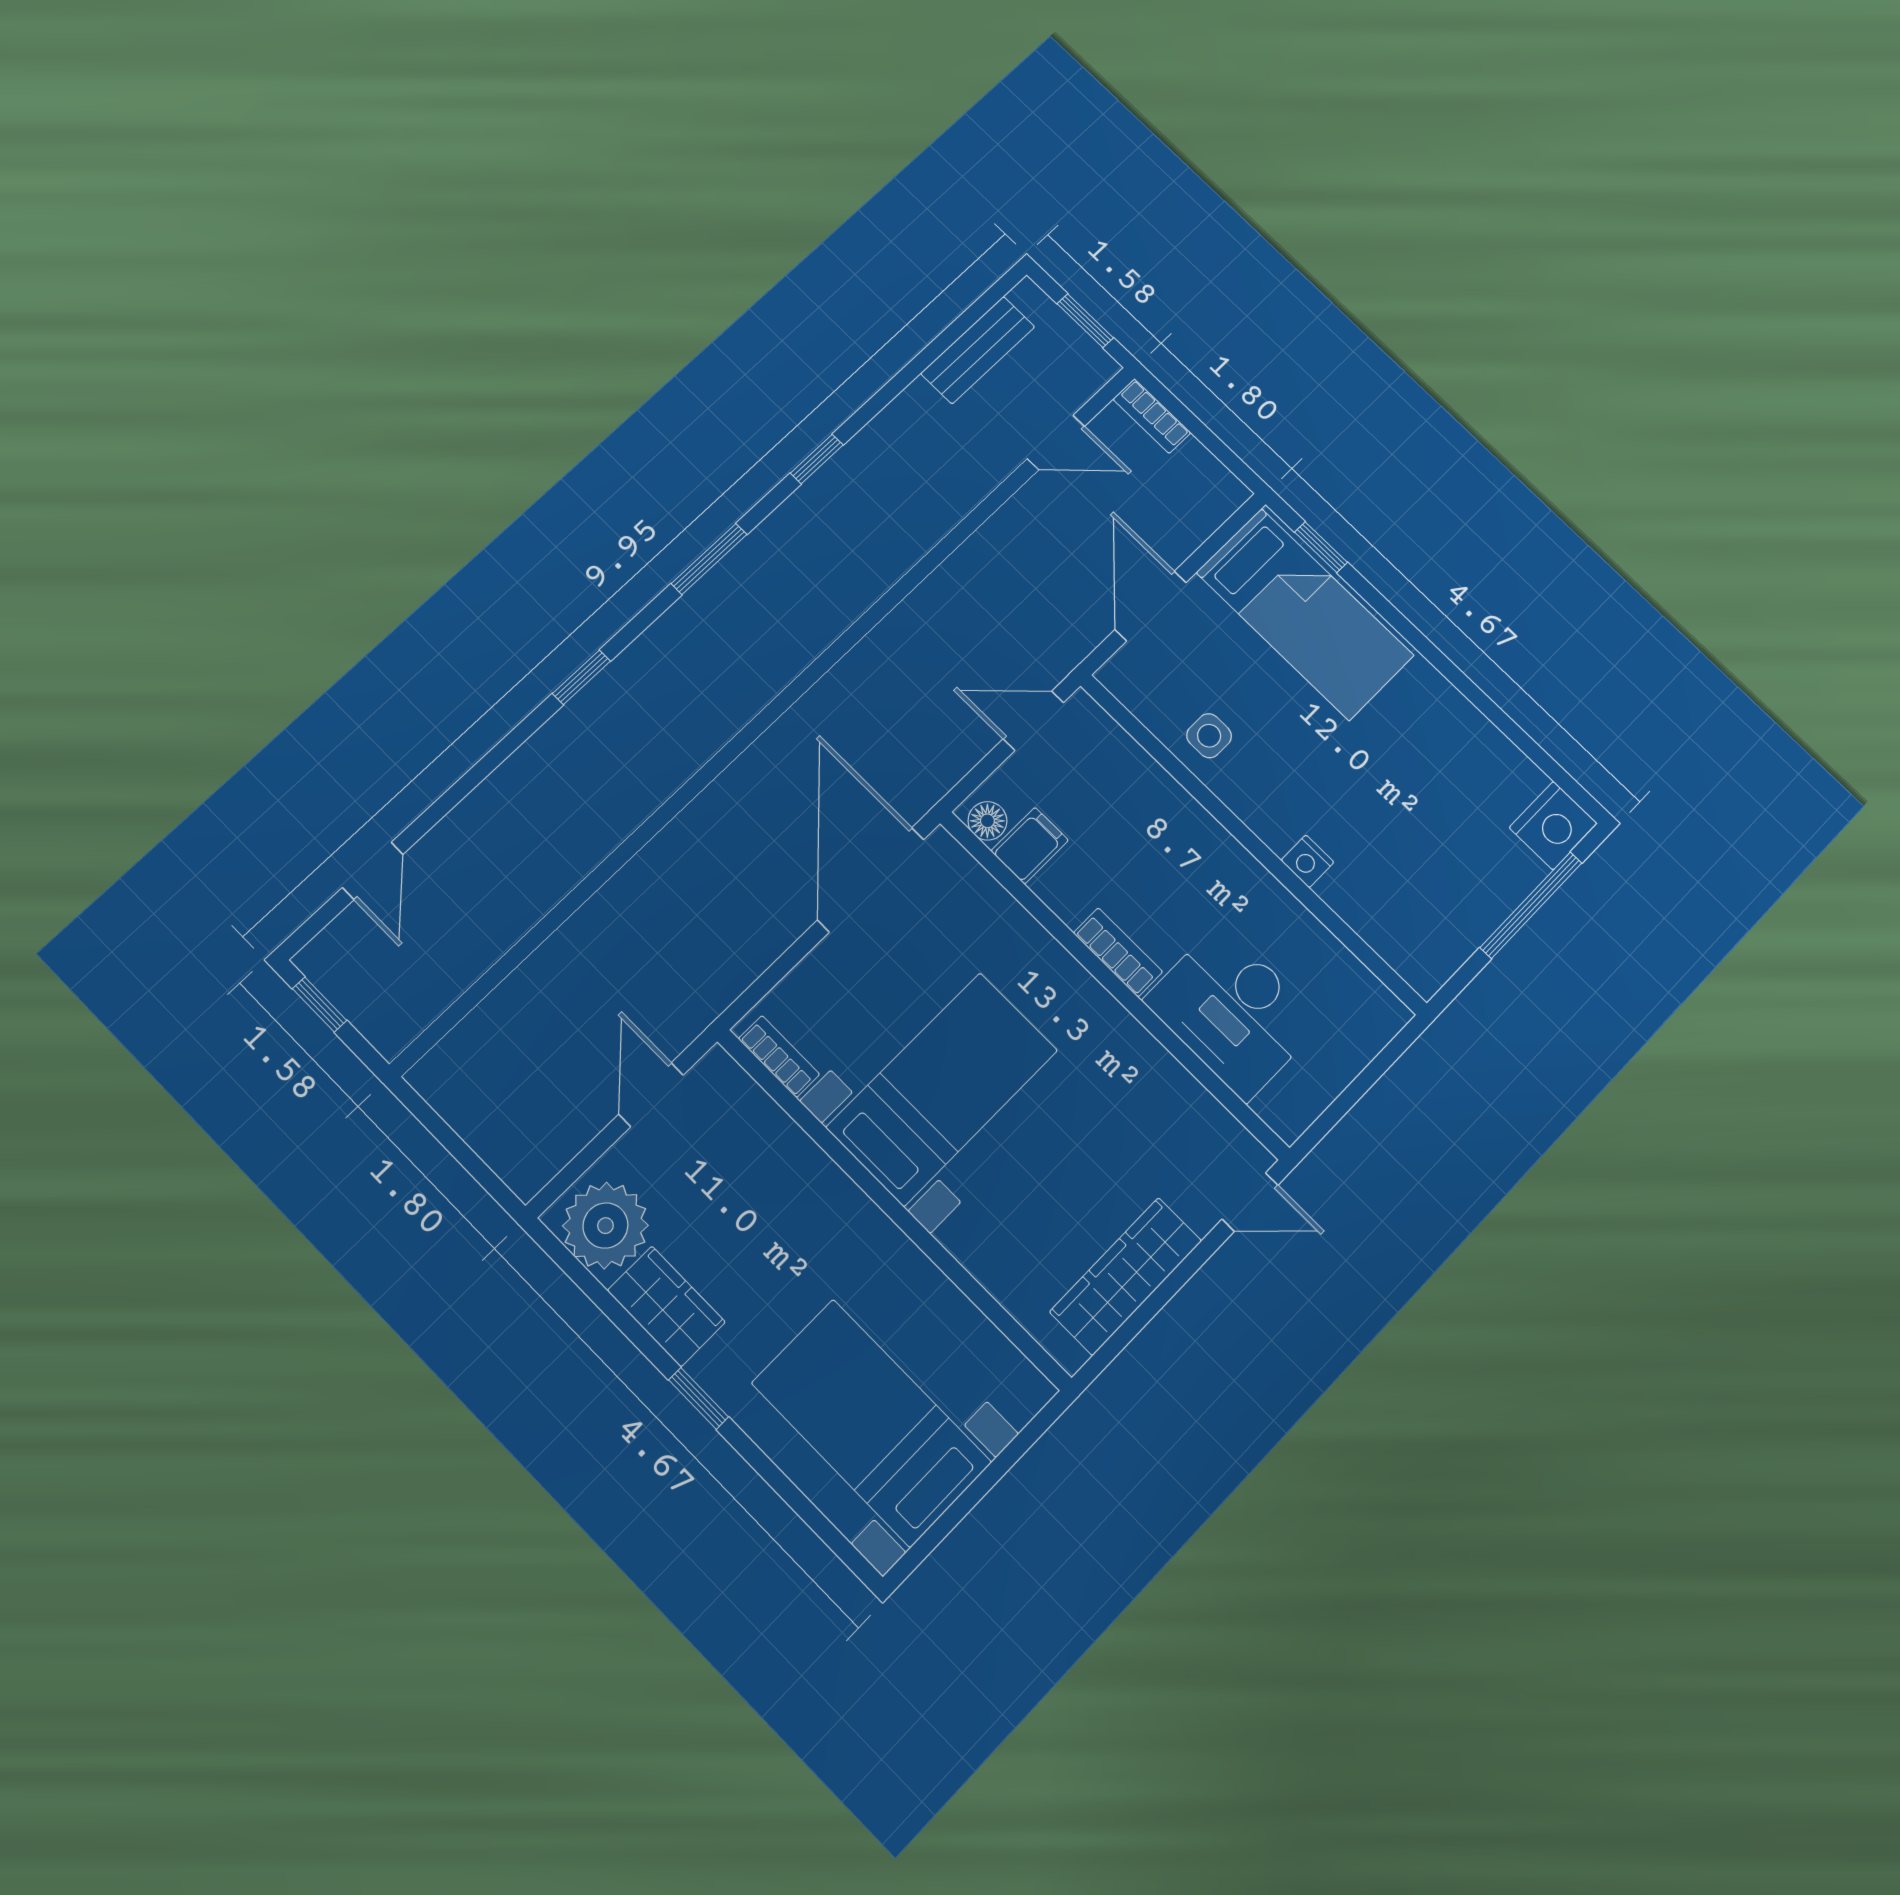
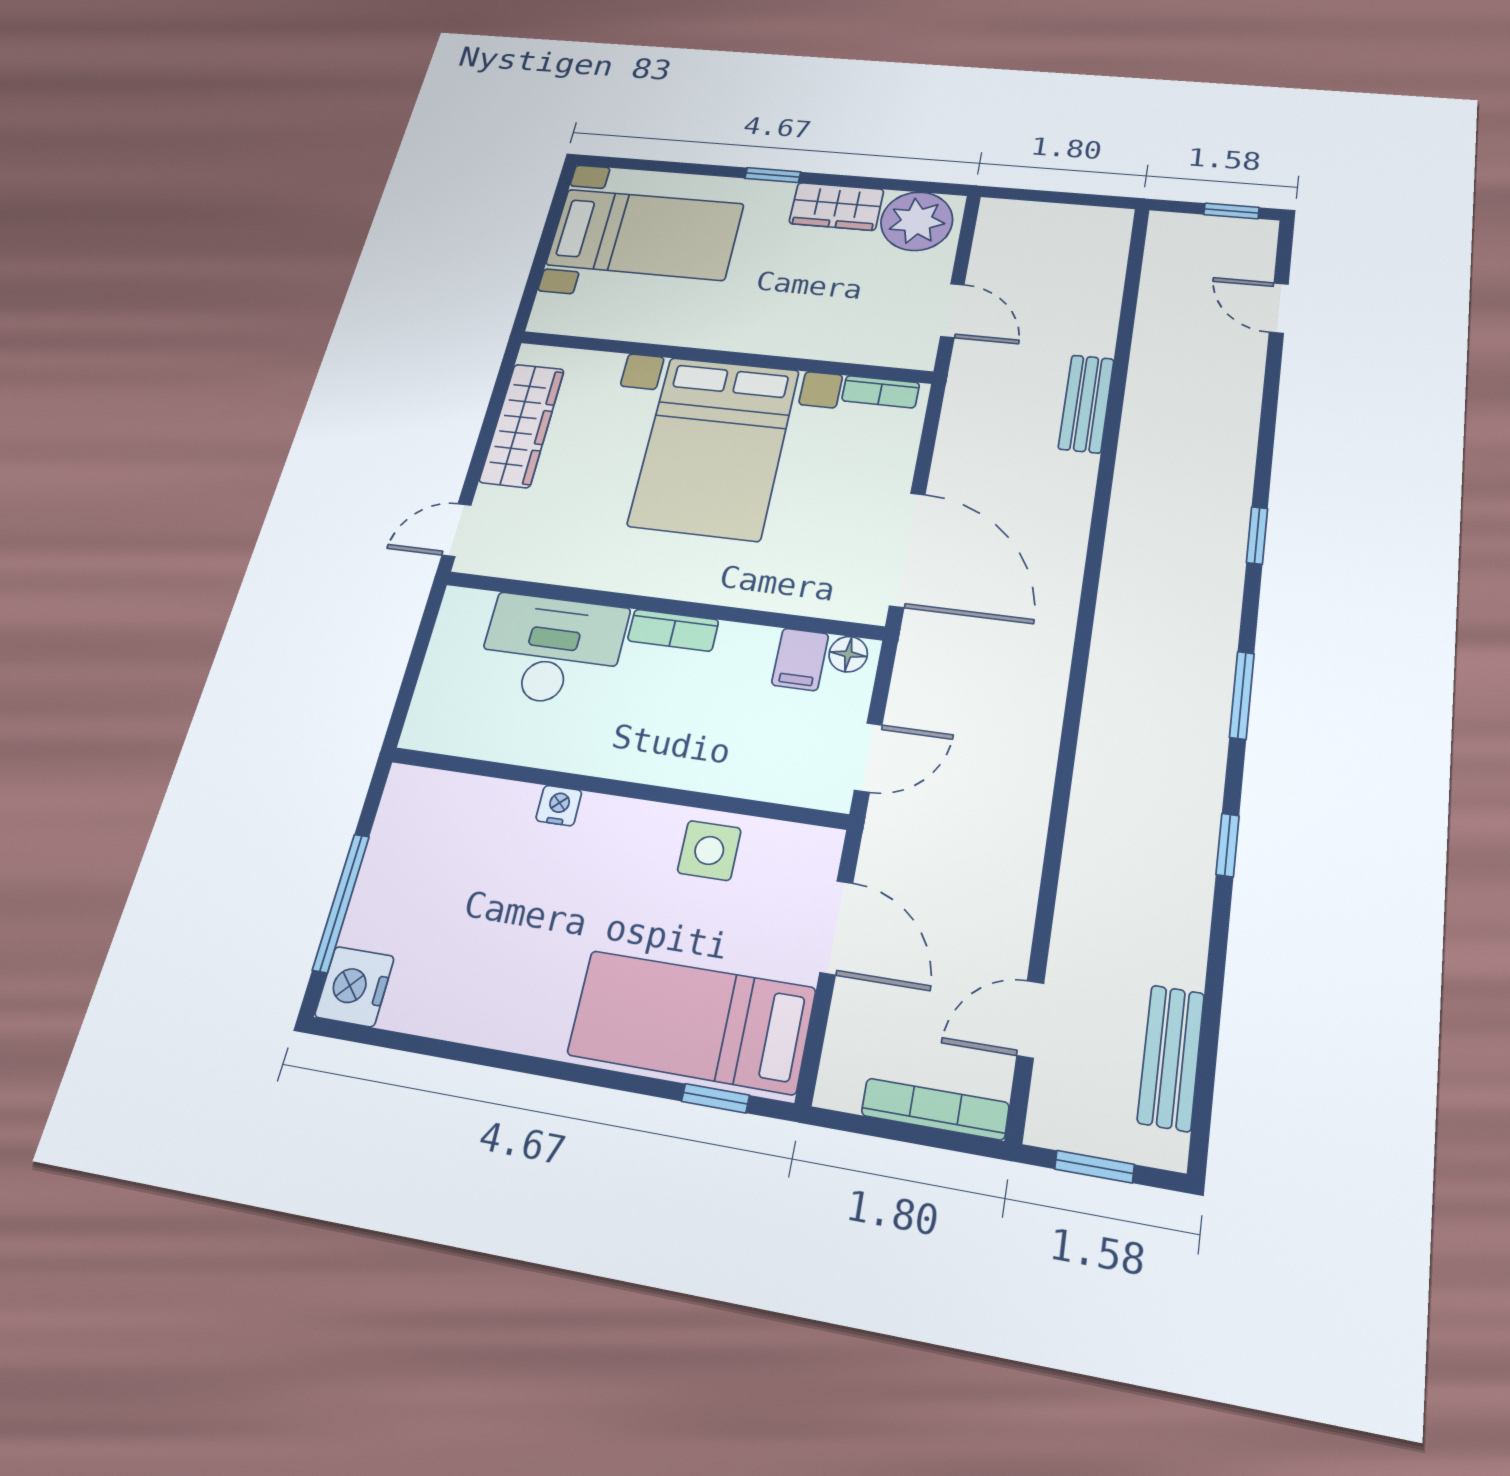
bookcase: (1152, 416) -> (935, 1109), width x1.56
side table: (1209, 736) -> (709, 850), width x1.37, depth x1.37
bench: (614, 905) -> (1086, 404), added
bed with nightstands: (942, 1089) -> (714, 447), width x1.36

